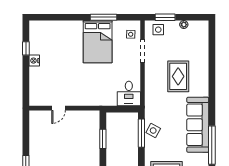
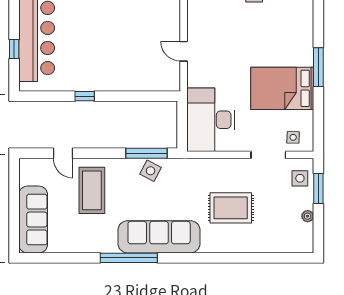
window: (103, 17) -> (318, 67), moved
desk: (129, 94) -> (211, 120), width x1.87, depth x1.30
door: (59, 108) -> (184, 51), moved
window: (103, 139) -> (138, 96), removed

